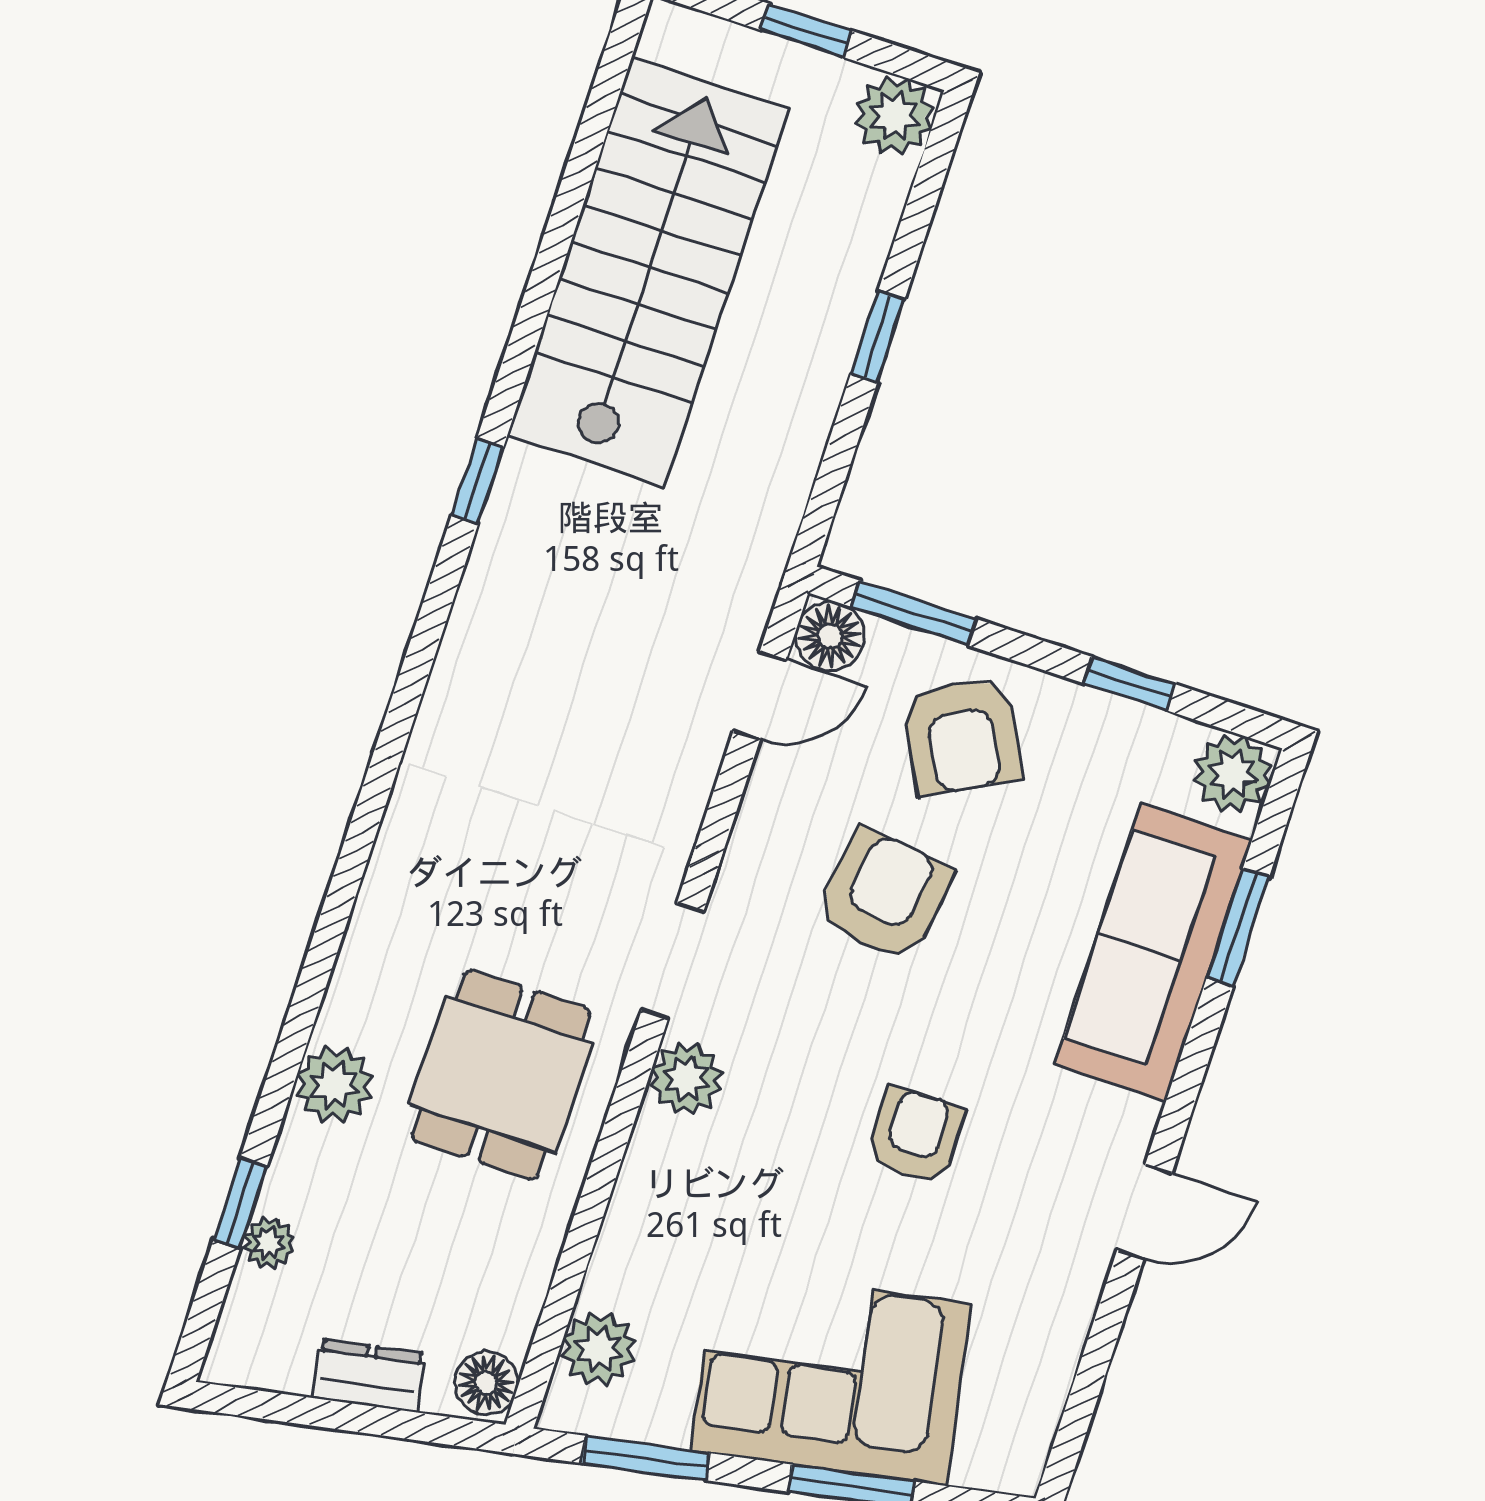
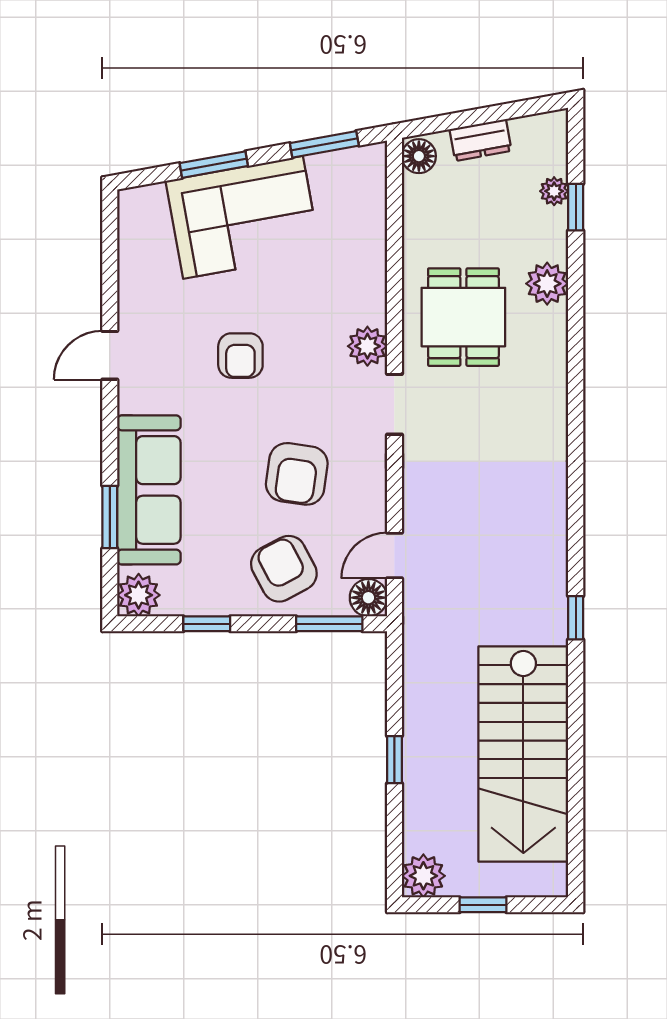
plant: (599, 1349) -> (367, 193), removed

